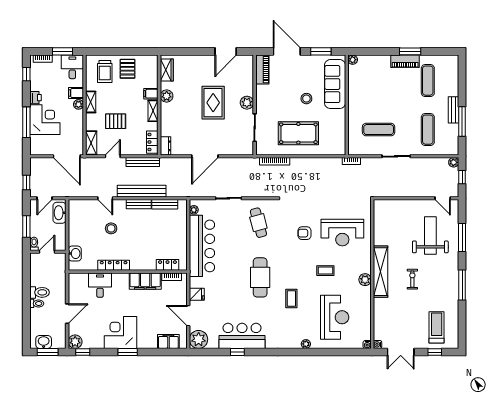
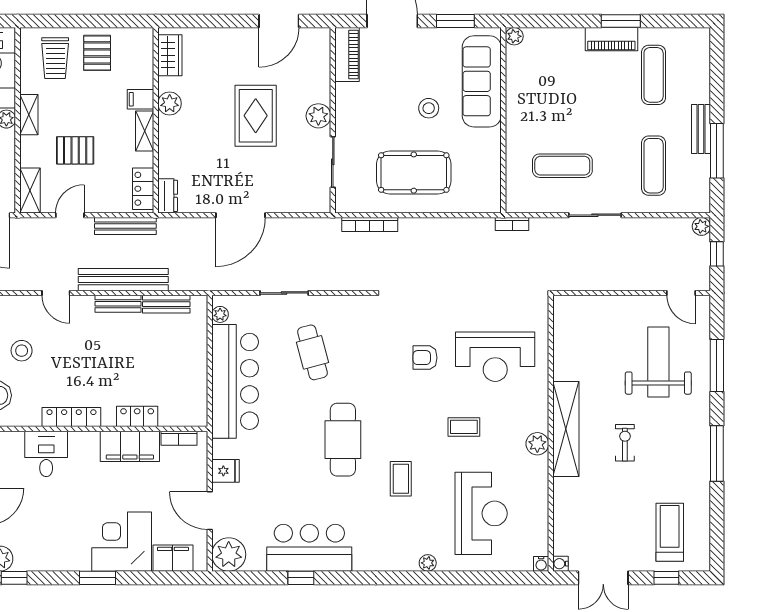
cafe table: (258, 223) -> (312, 352), moved
stool: (111, 228) -> (22, 351), moved
locker: (167, 265) -> (137, 416), moved
corner desk: (121, 332) -> (122, 542), moved

